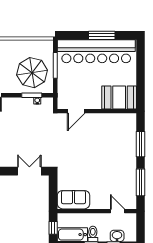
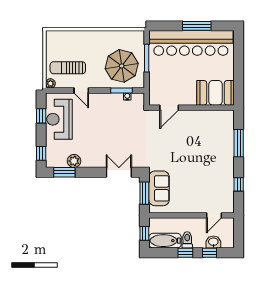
window: (140, 182) -> (239, 184), width x0.46
window: (53, 190) -> (144, 193), added
sofa: (73, 200) -> (159, 188), moved, turned 90
door: (118, 211) -> (214, 215), swing flipped

